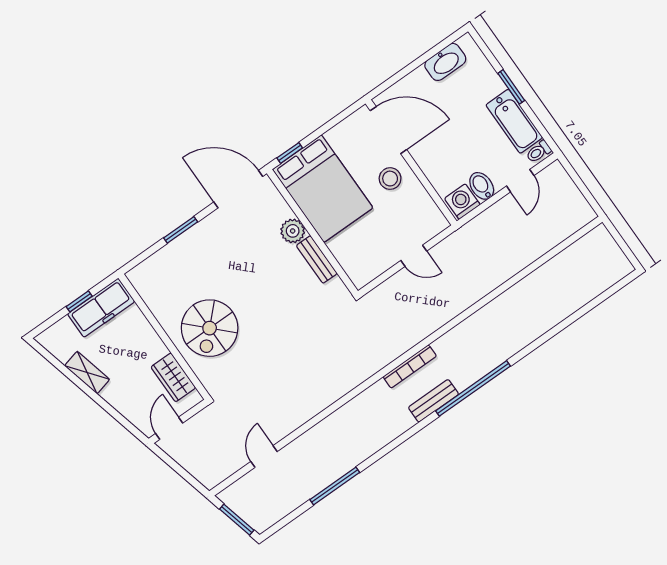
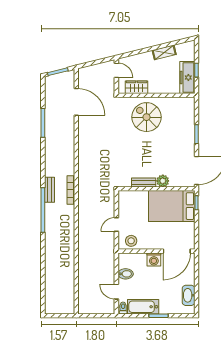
stool: (390, 179) -> (131, 241), moved
washing machine: (462, 202) -> (154, 260), moved, turned 90
door: (264, 457) -> (76, 102), width x1.87

